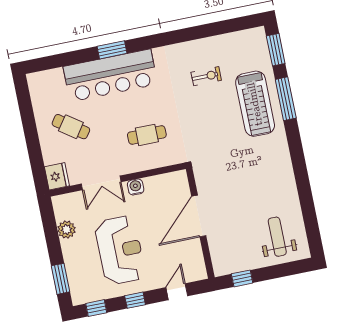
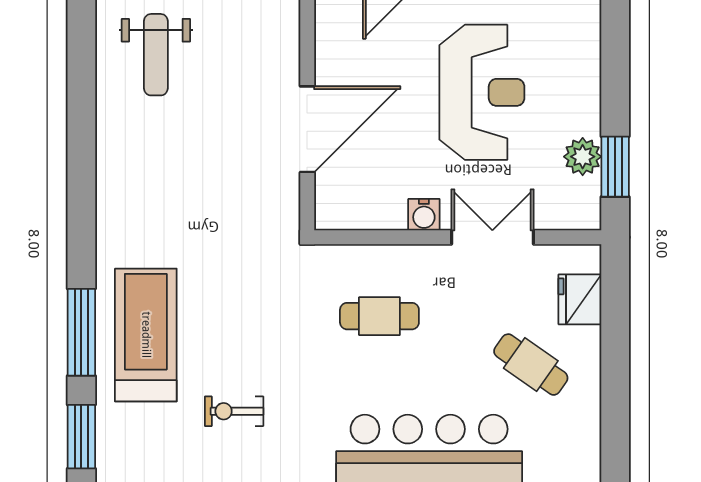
fridge: (57, 176) -> (580, 299), moved
reception desk: (120, 250) -> (482, 92), turned 180
window: (61, 279) -> (615, 167), moved

